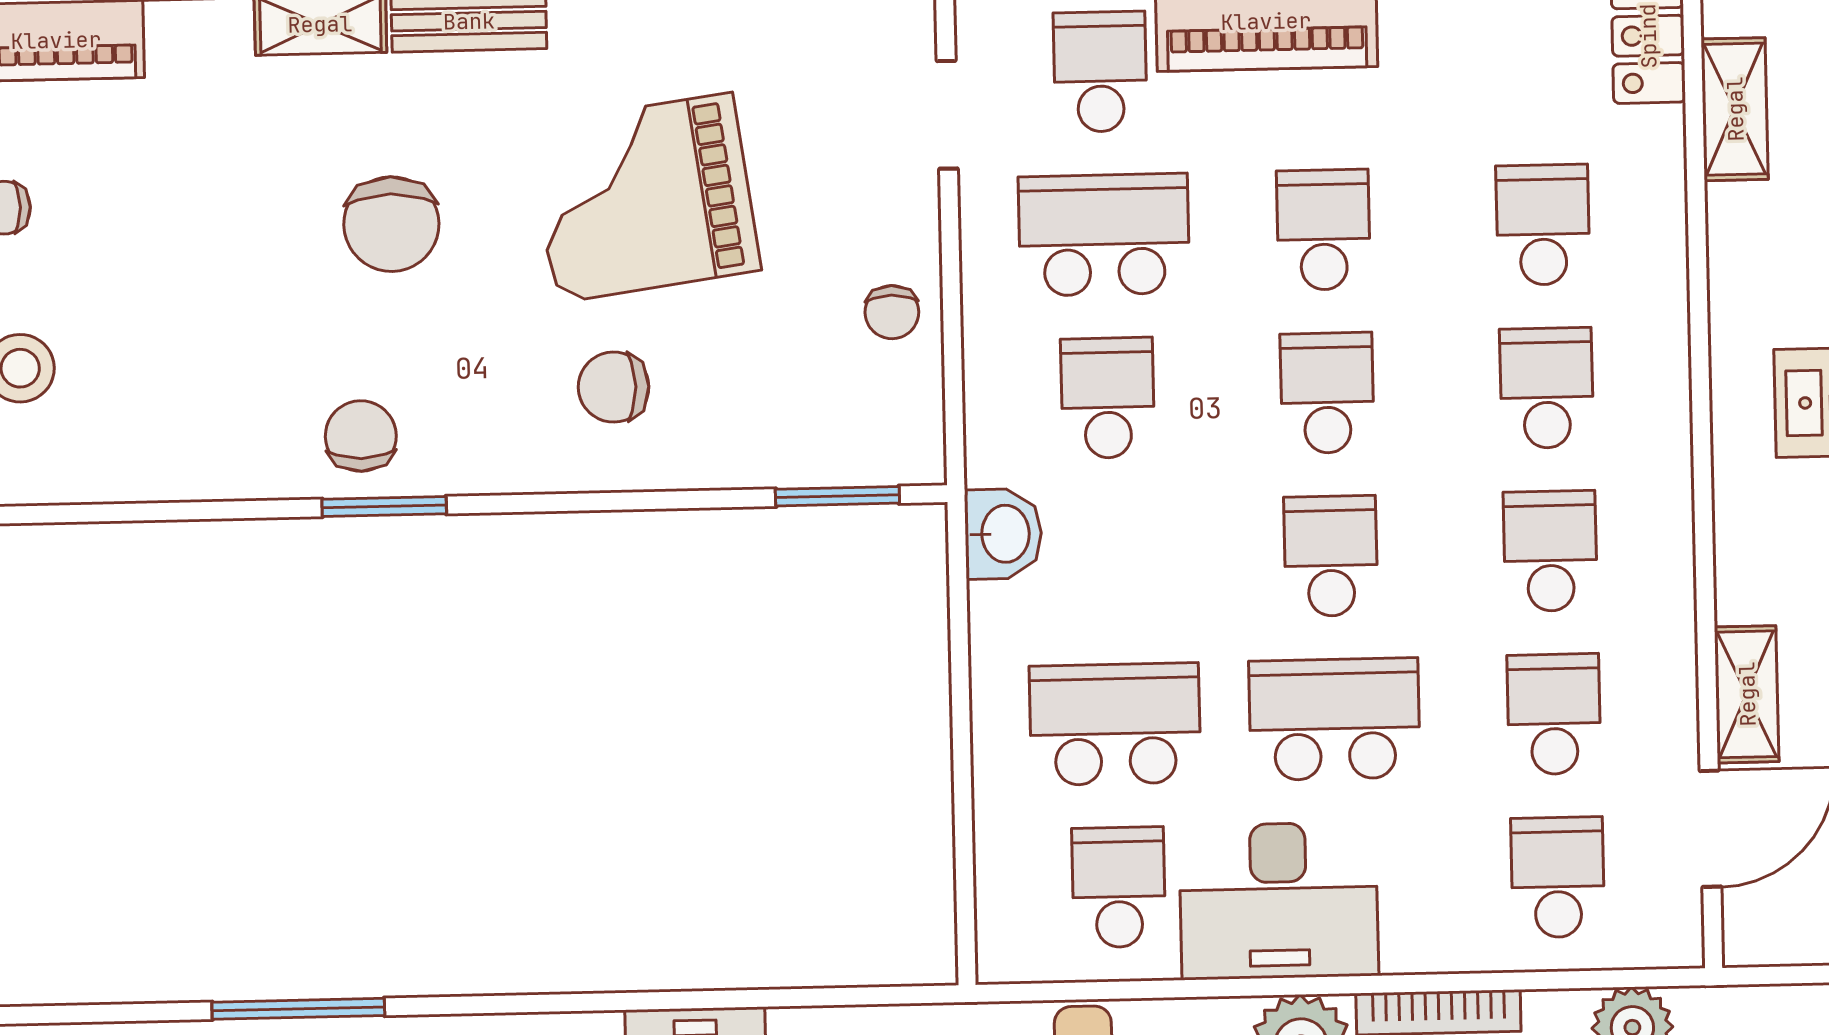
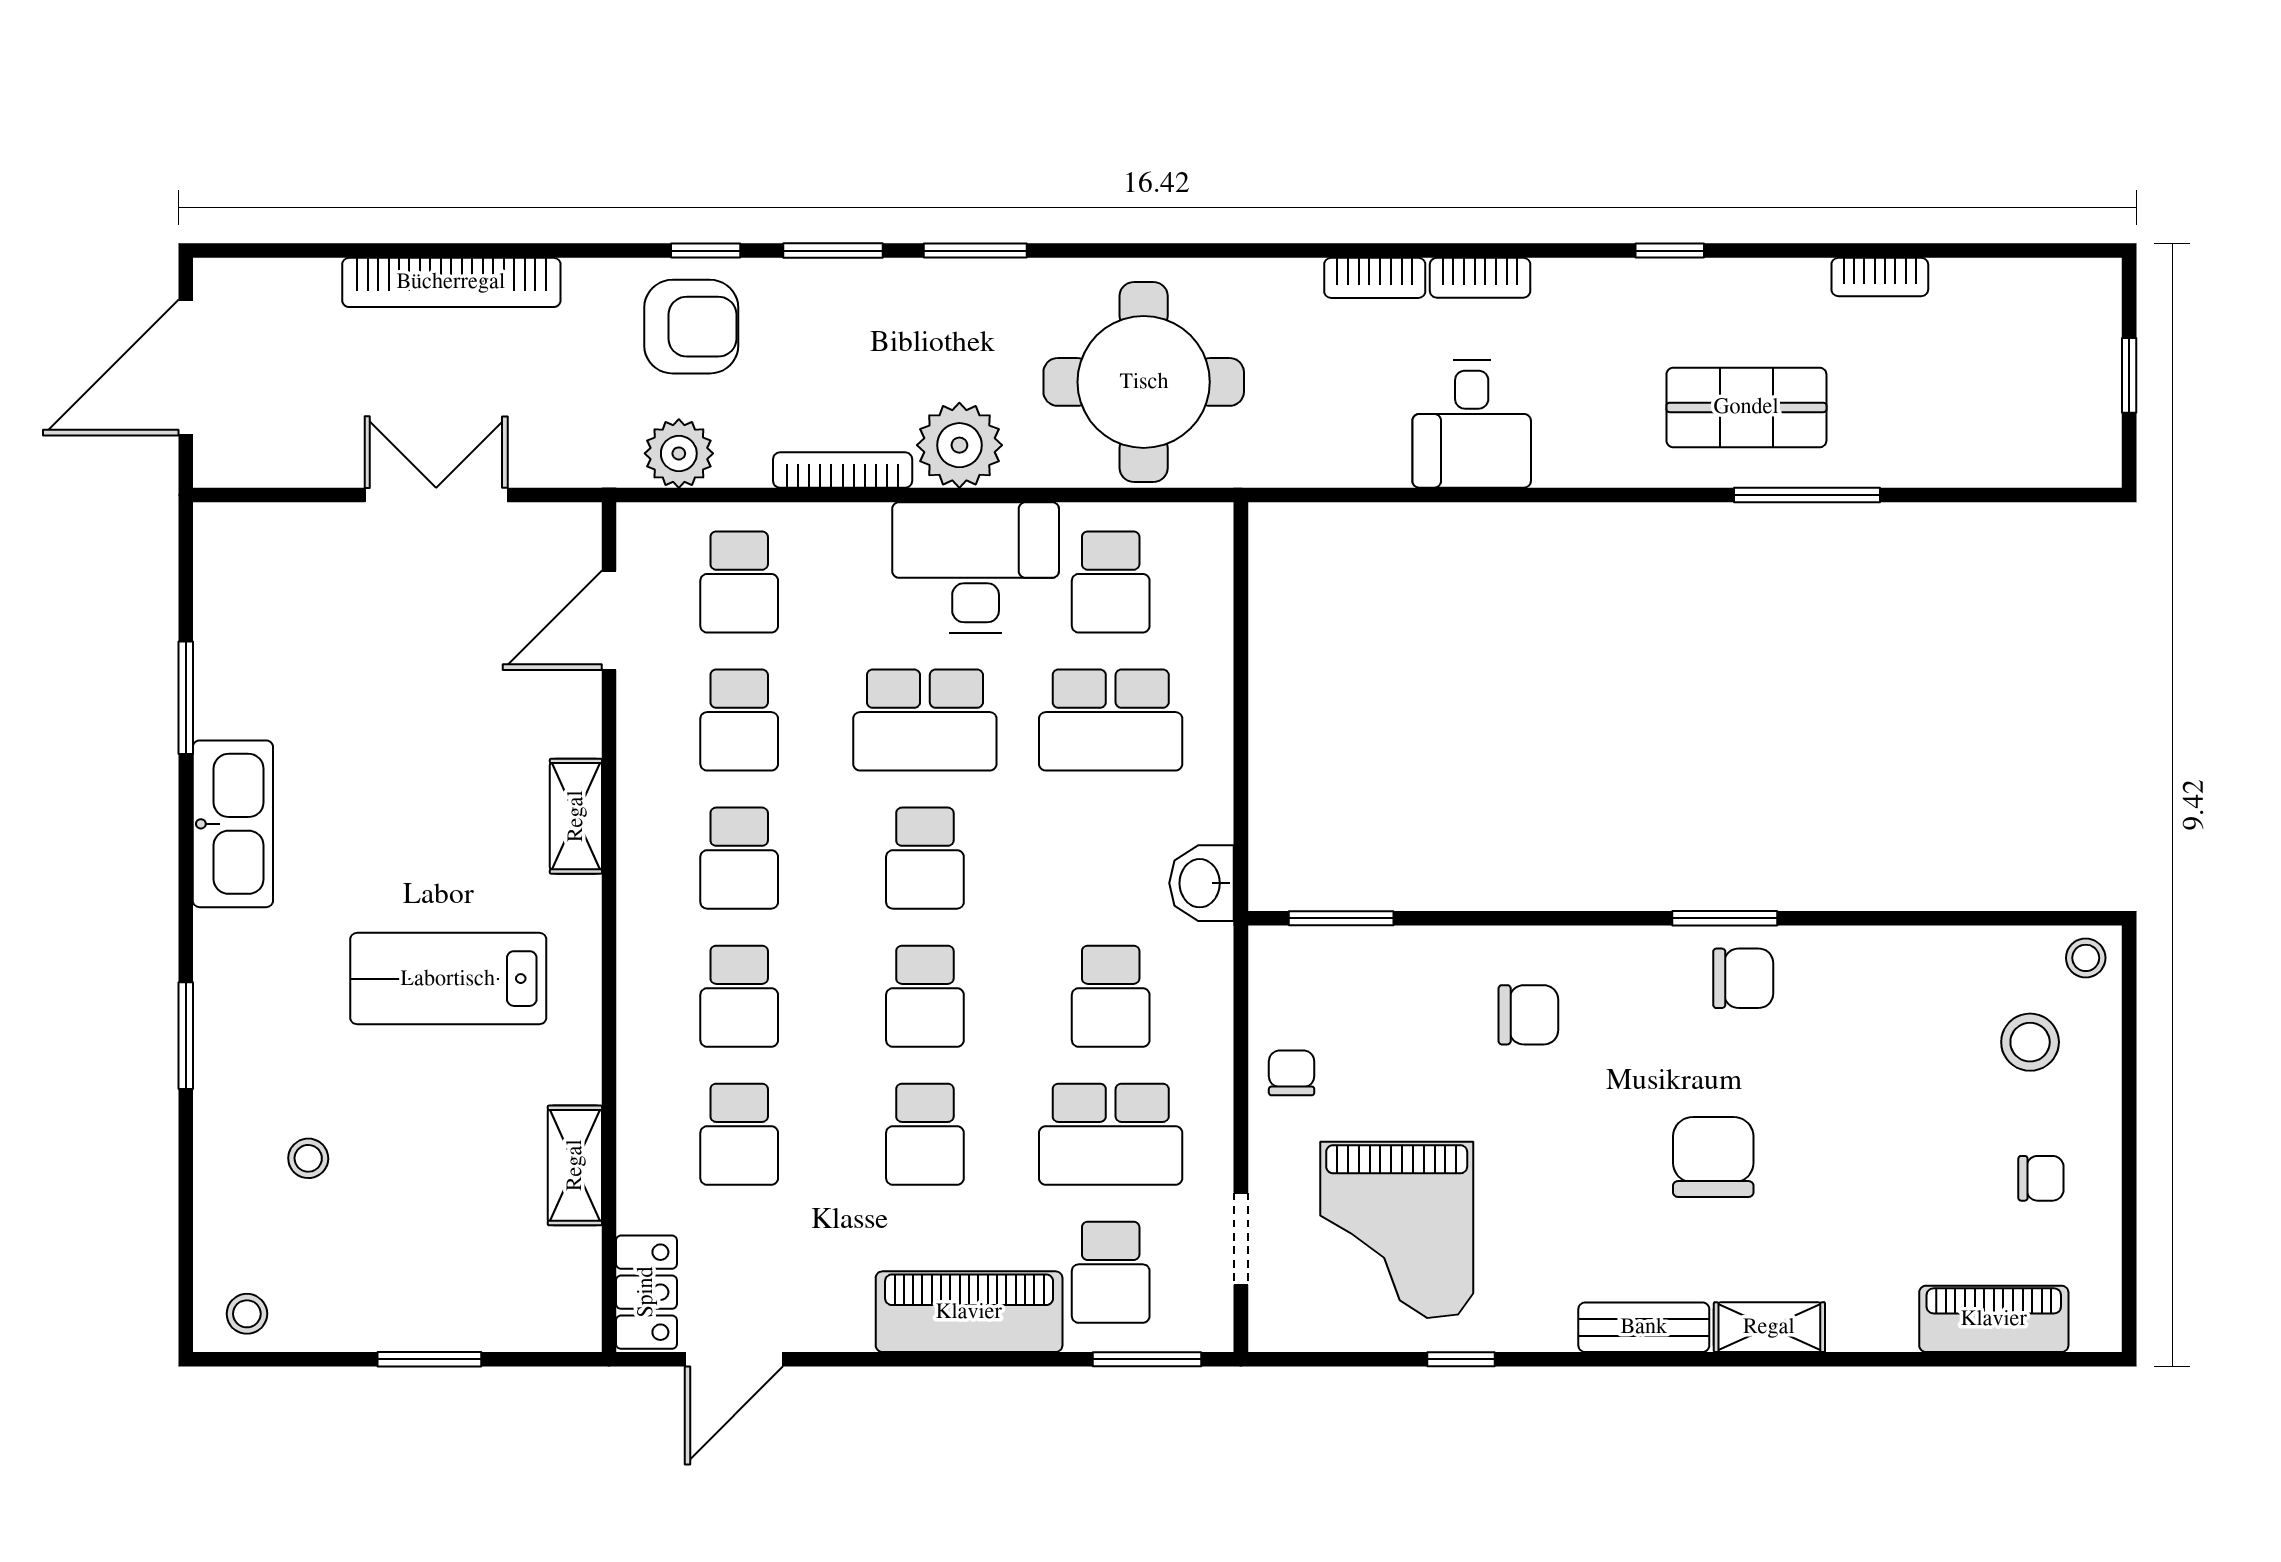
shelving: (1735, 109) -> (575, 1165), moved
grand piano: (644, 198) -> (1397, 1230), moved, turned 98
chair: (361, 436) -> (1743, 978), turned -90
shelving: (1747, 694) -> (576, 816), moved

